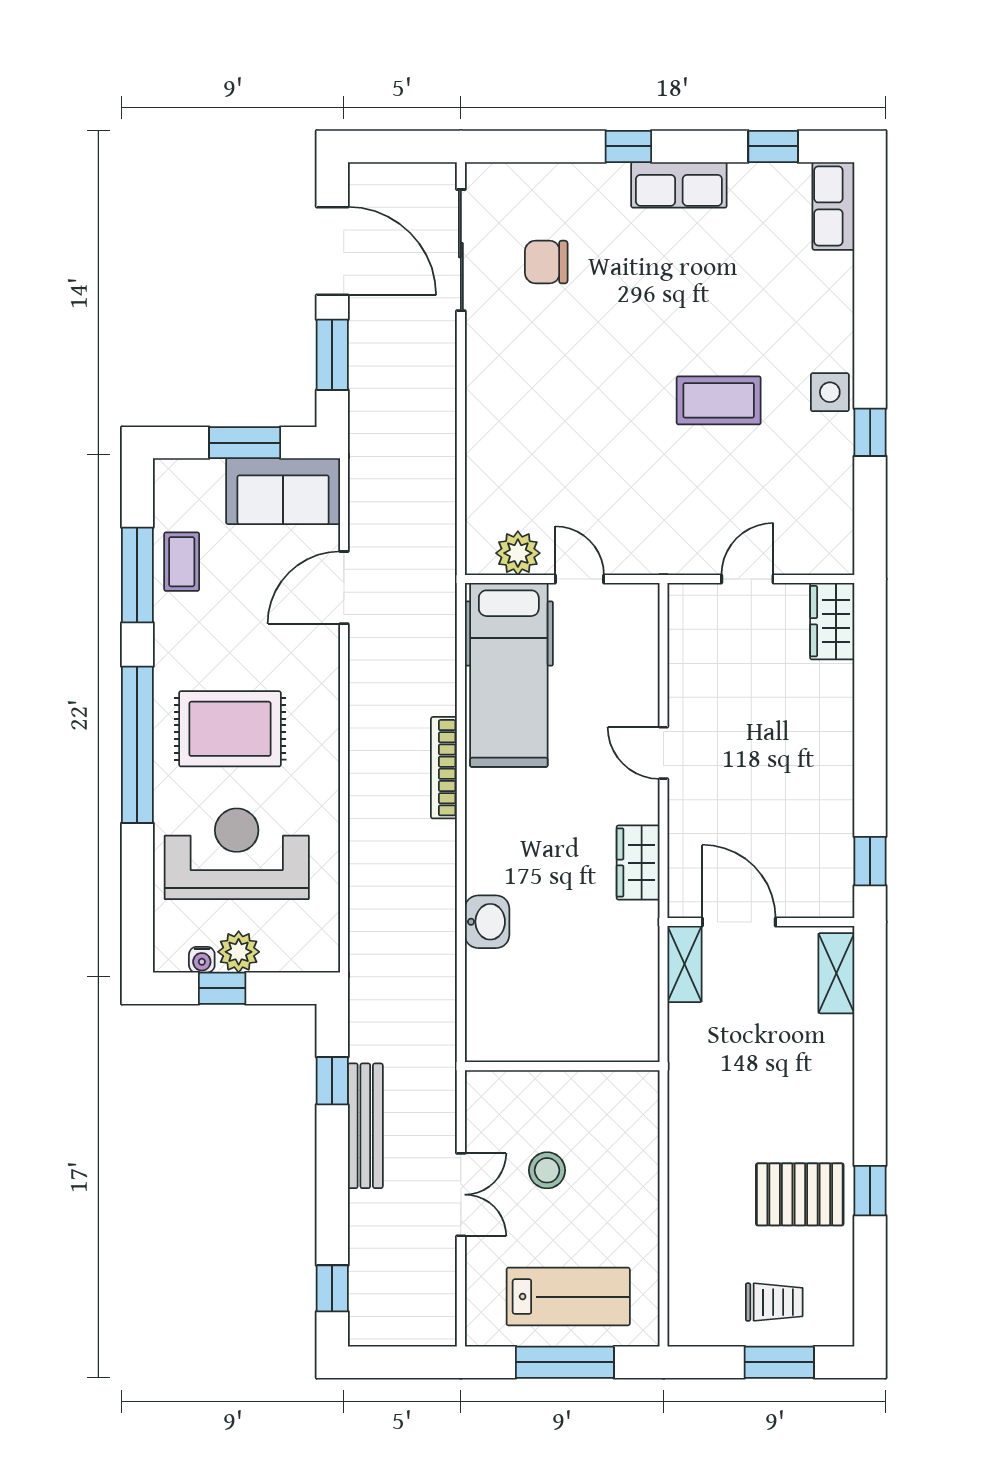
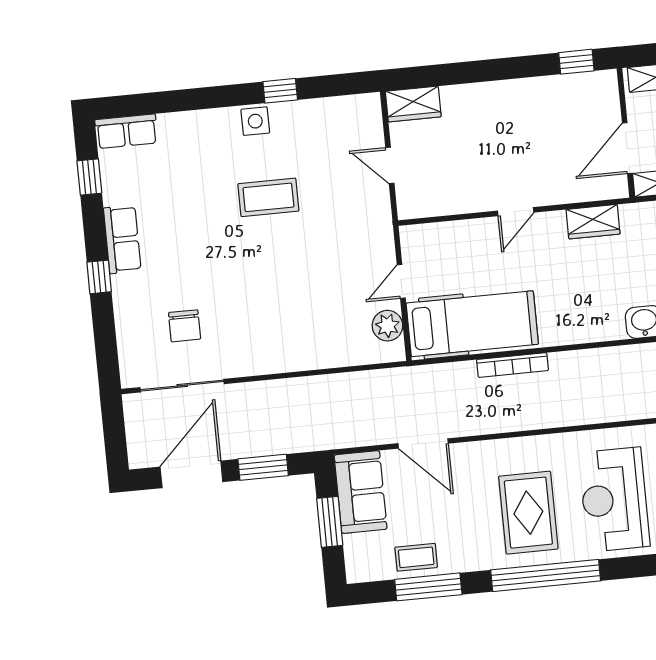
coffee table: (719, 400) -> (268, 197), turned 90
bookcase: (444, 768) -> (512, 365), moved

